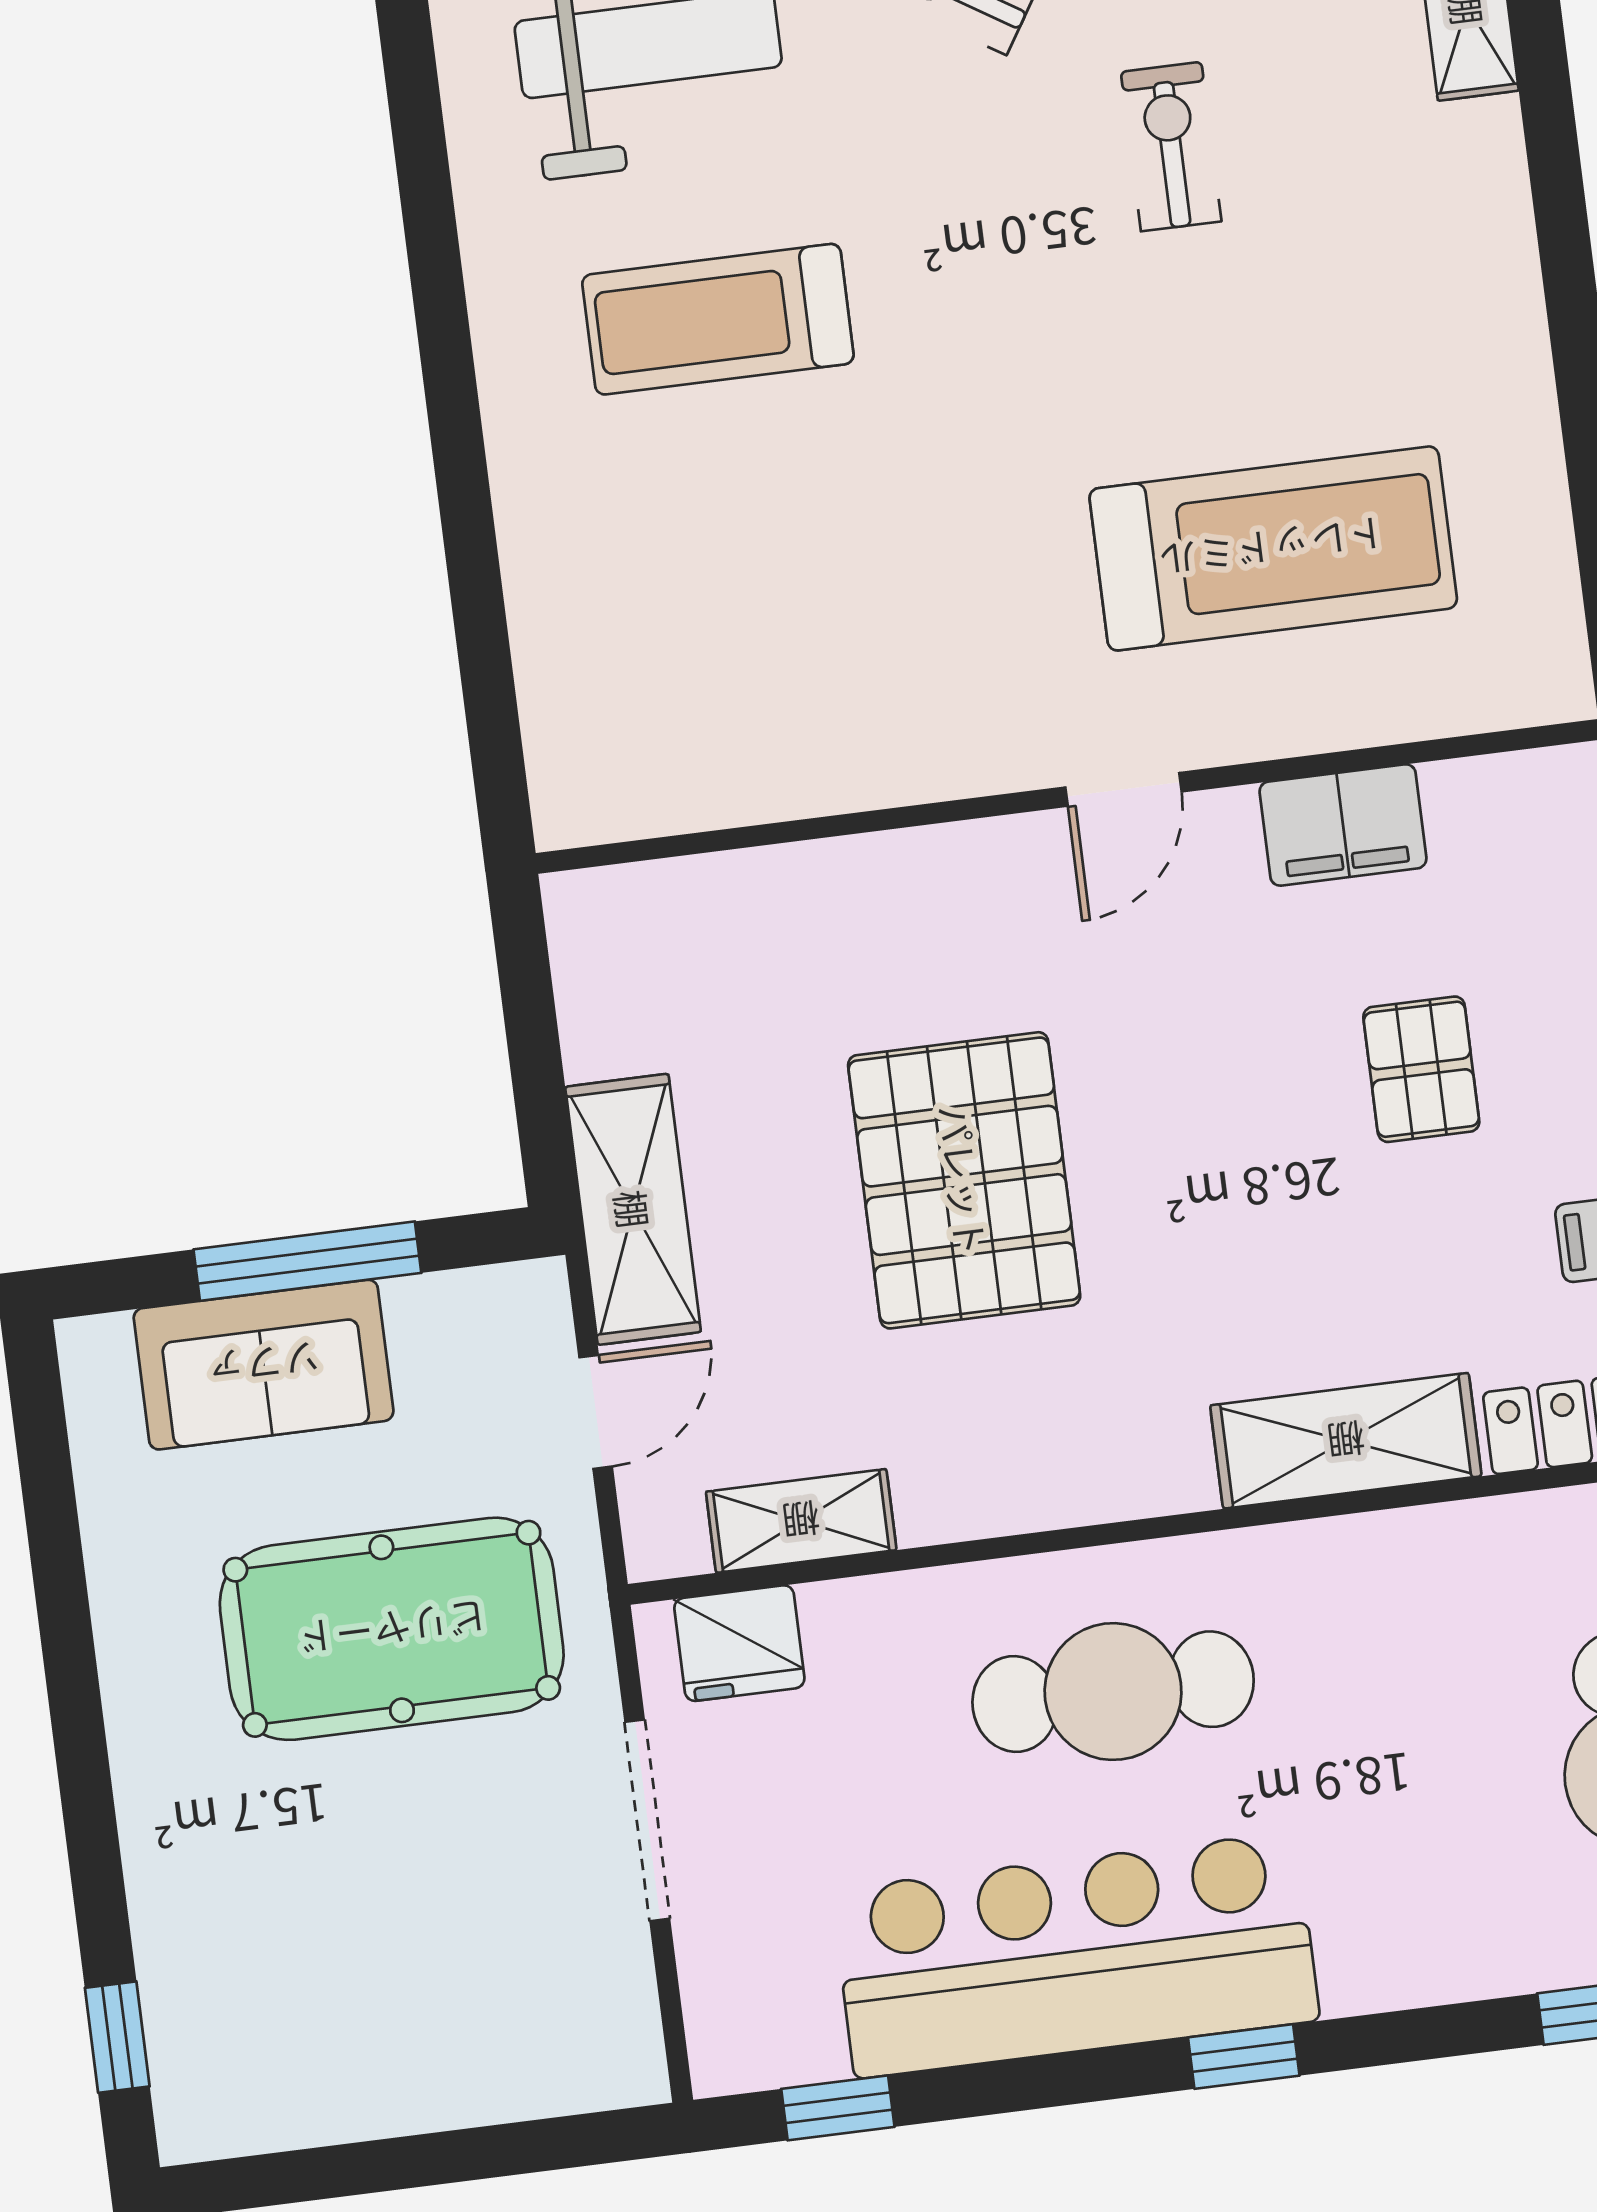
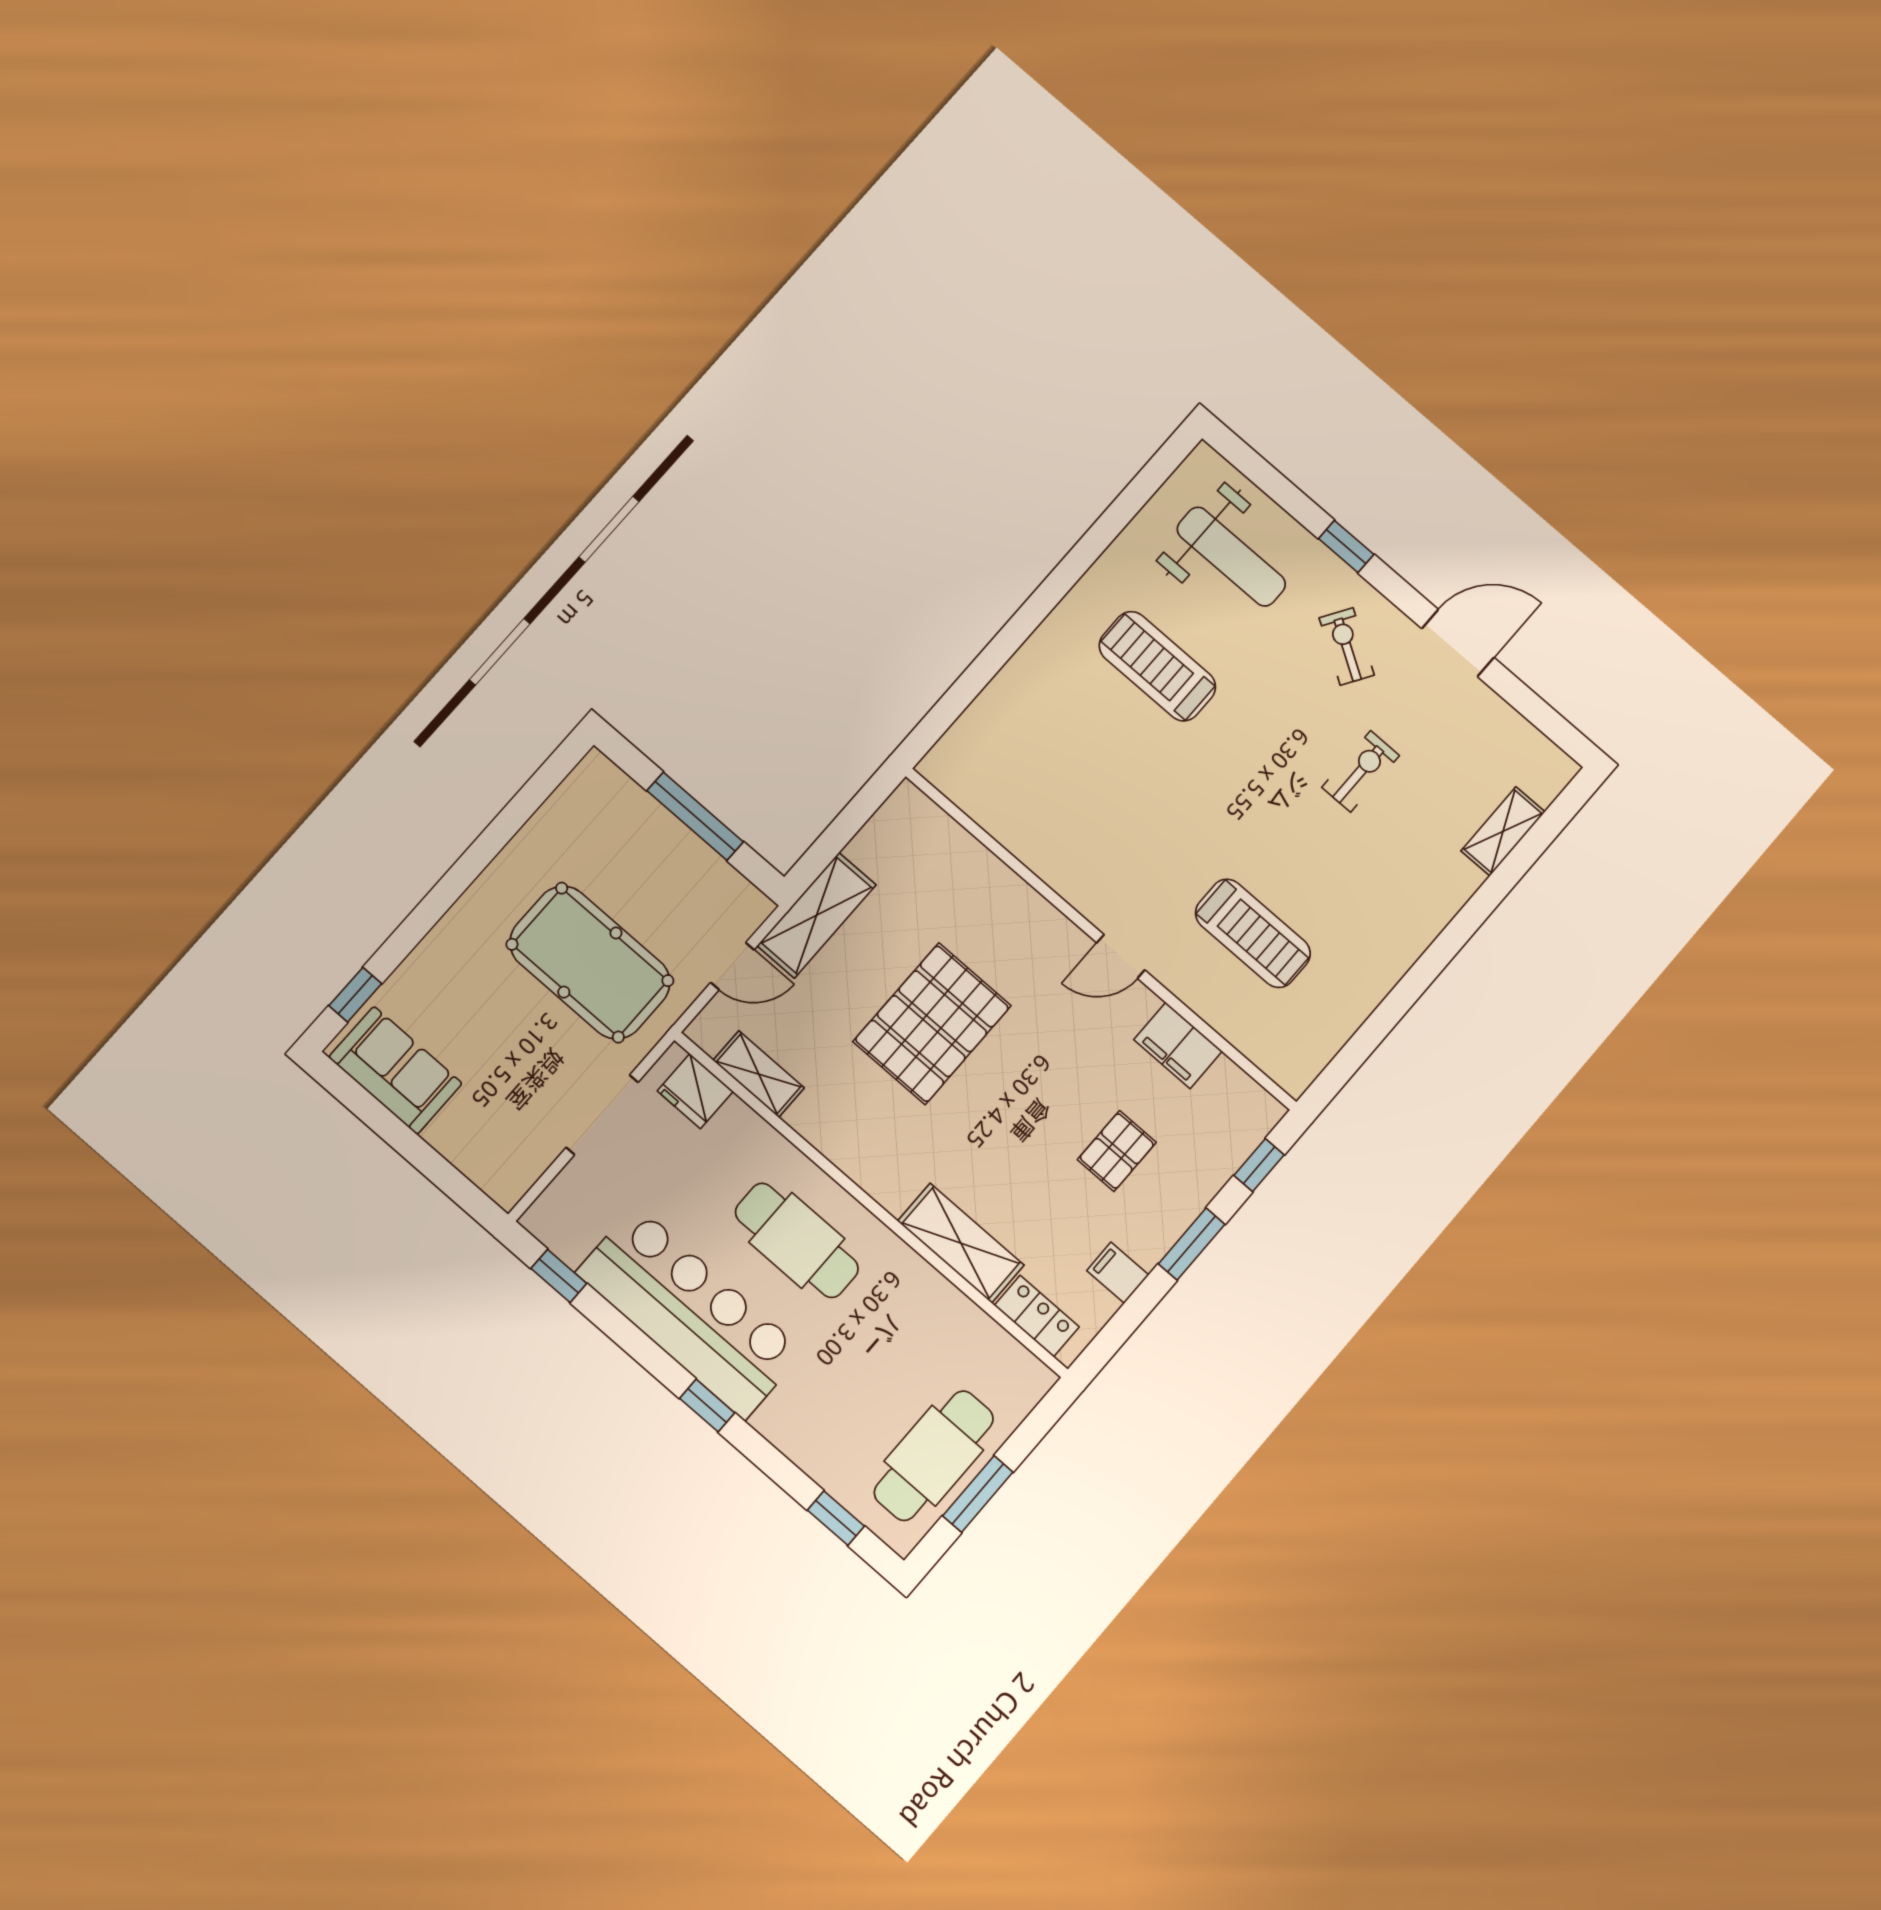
treadmill: (1273, 548) -> (1253, 933), width x0.73, depth x0.73
sofa: (264, 1365) -> (395, 1070), moved, turned 180

